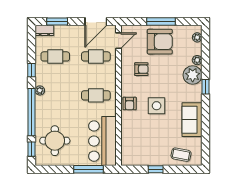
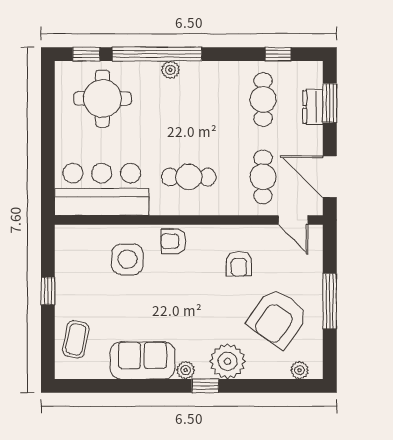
dresser: (44, 30) -> (313, 107), moved
armchair: (160, 42) -> (278, 318), moved, turned 35
plant: (197, 60) -> (186, 370), moved
window: (31, 70) -> (278, 54), moved
plant: (40, 90) -> (170, 70), moved
cafe table: (96, 95) -> (189, 177), turned 90
side table: (157, 106) -> (127, 259), moved
window: (88, 169) -> (48, 163), removed

